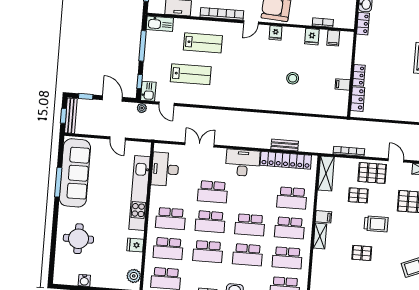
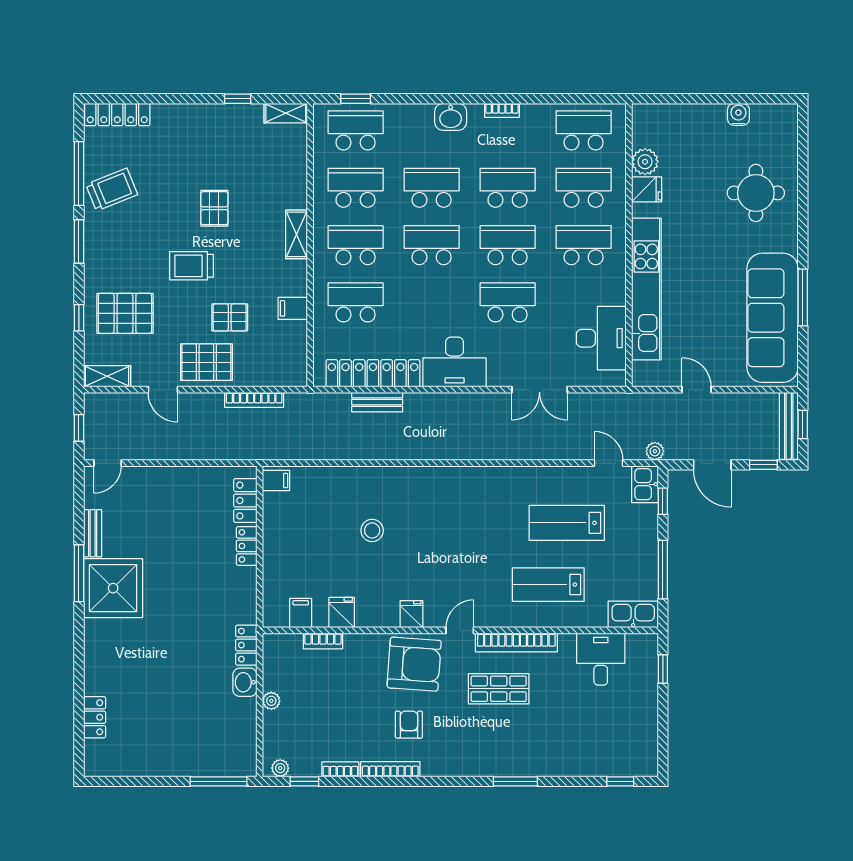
filing cabinet: (343, 84) -> (276, 481), moved
shelving: (326, 174) -> (294, 354), removed
filing cabinet: (323, 217) -> (293, 308), moved
pallet: (362, 253) -> (214, 208), turned 90
plant: (134, 276) -> (645, 162), moved

